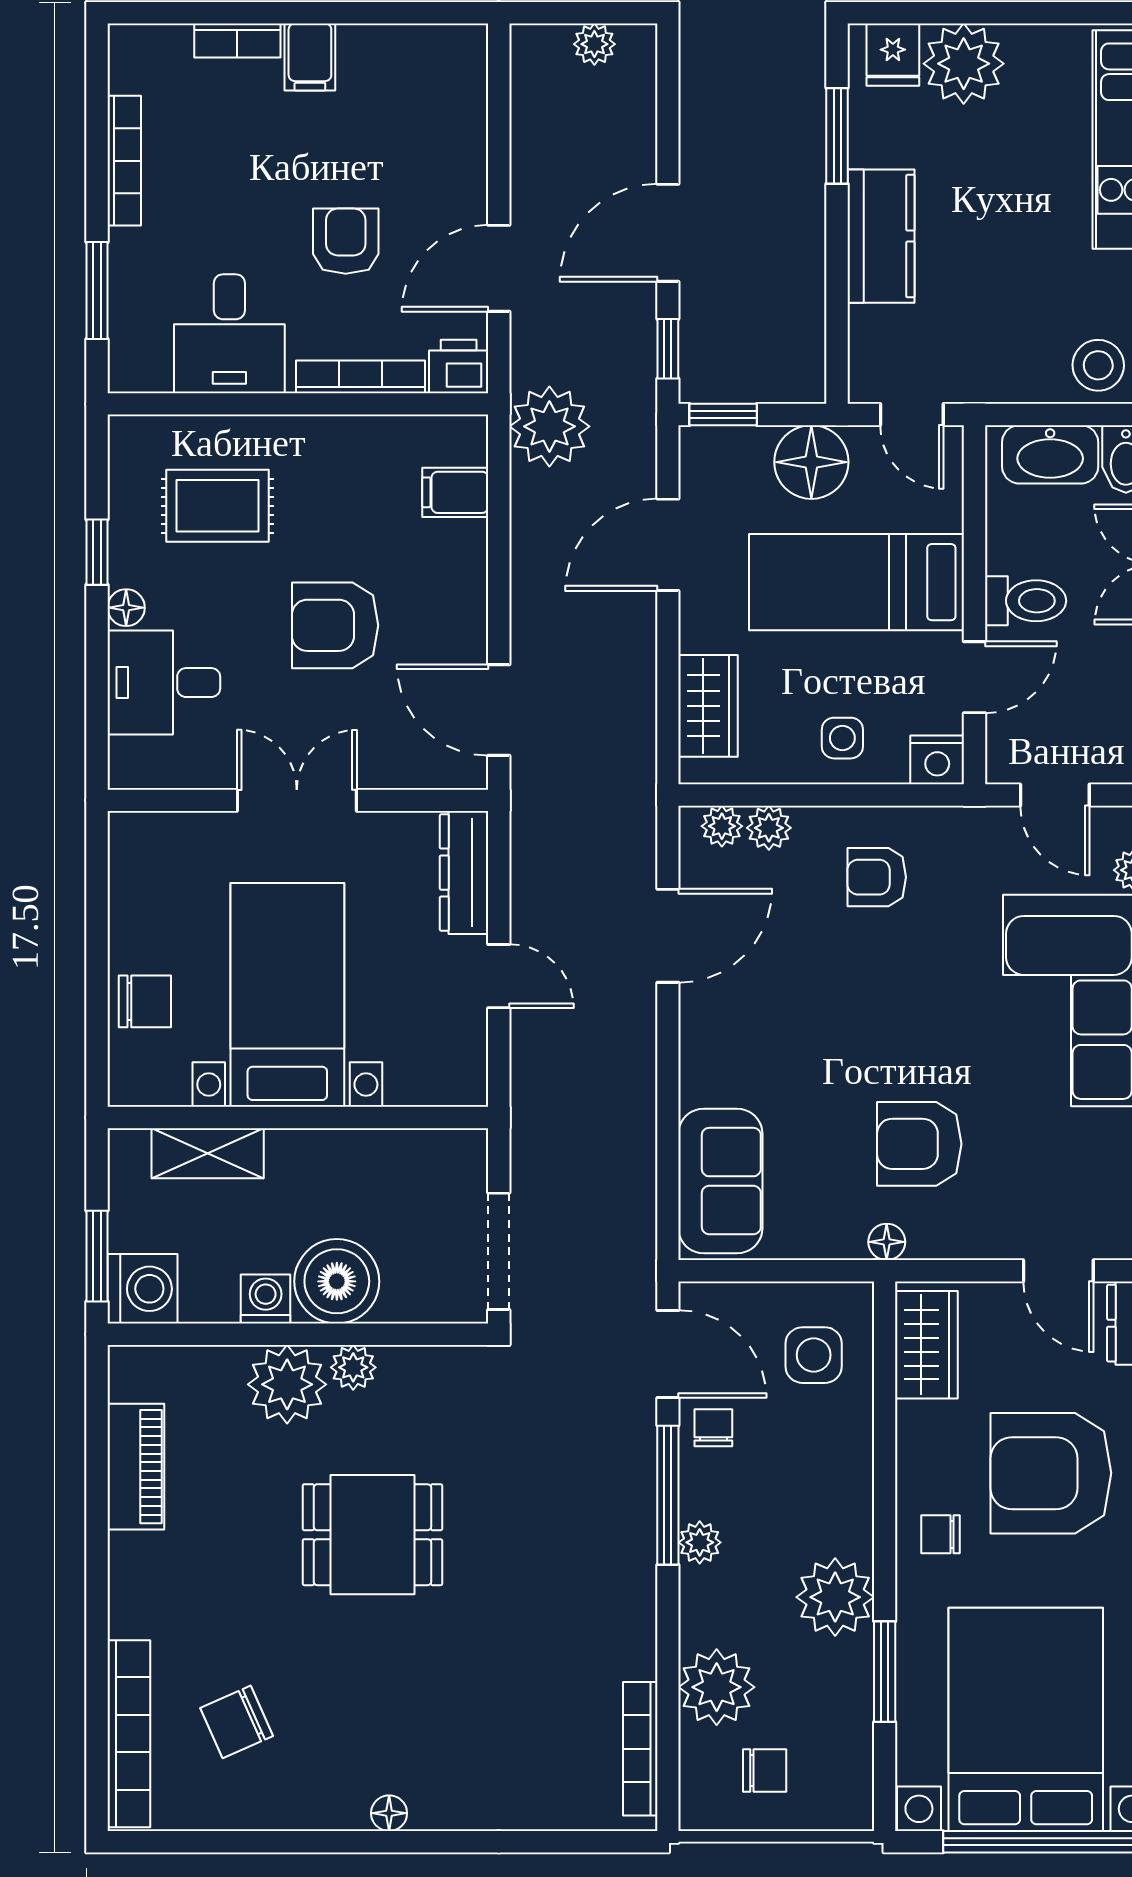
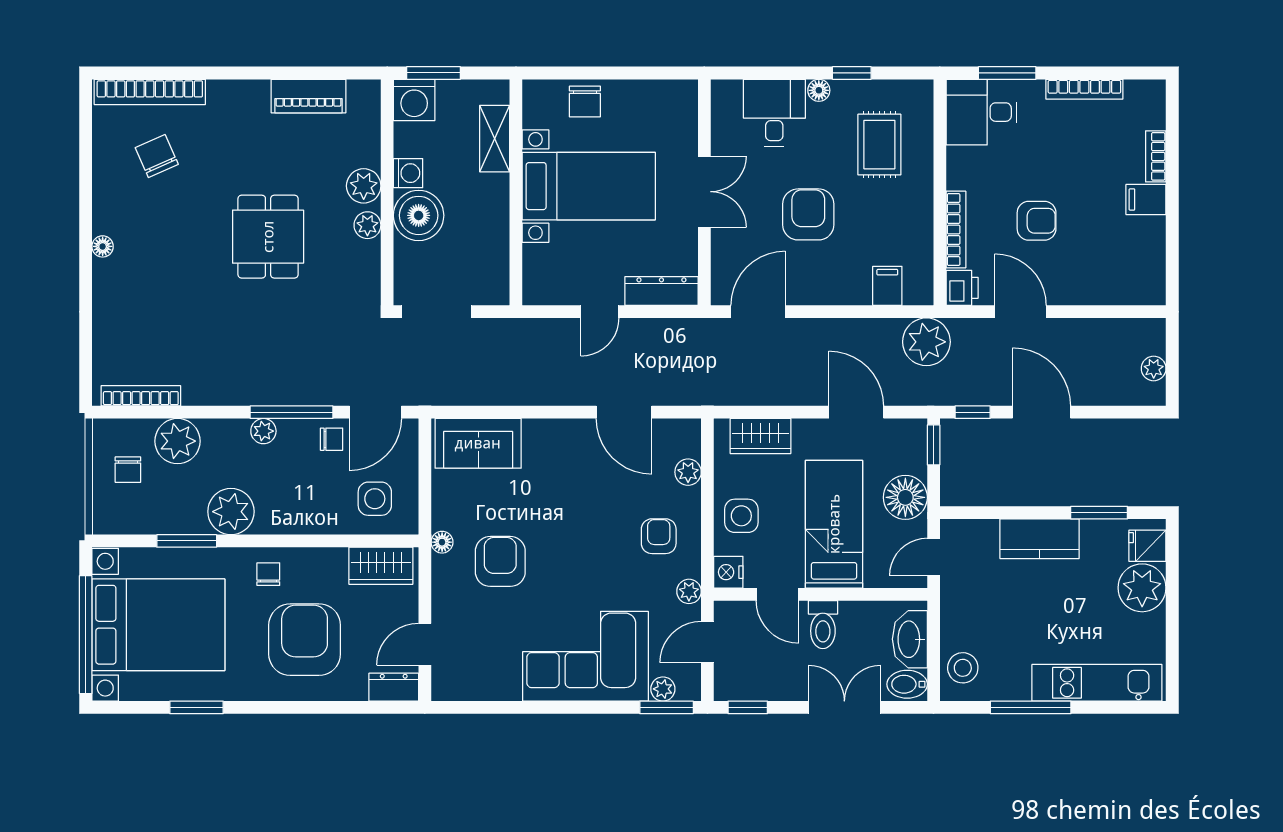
desk: (229, 334) -> (982, 112), moved
side table: (842, 738) -> (741, 516), width x1.37, depth x1.37
plant: (722, 826) -> (689, 591), moved
plant: (287, 1384) -> (364, 186), width x0.73, depth x0.73

